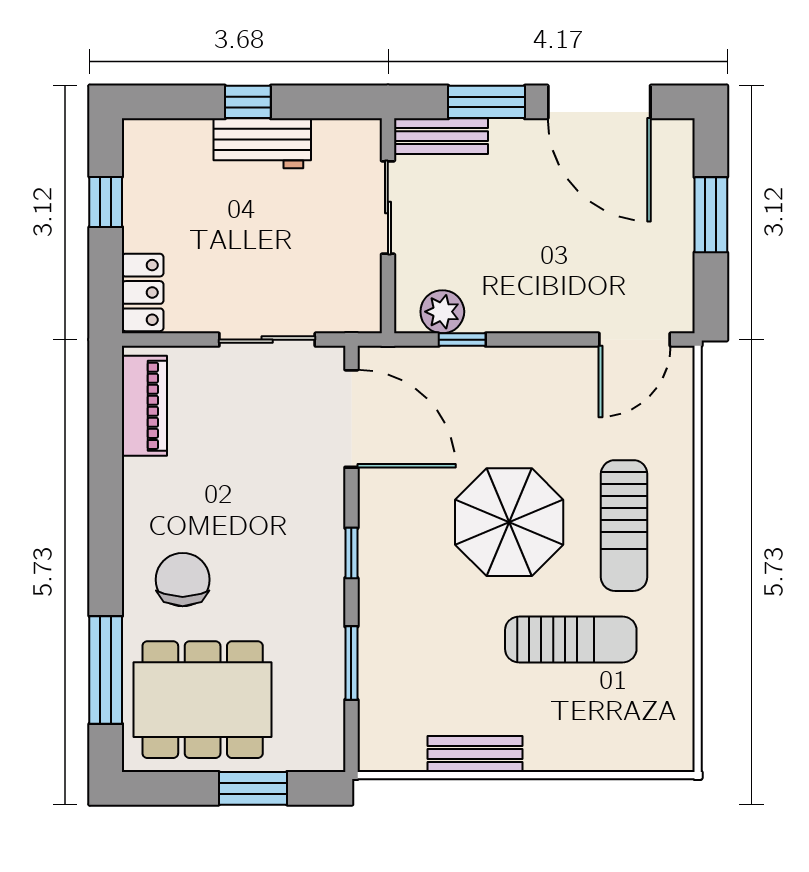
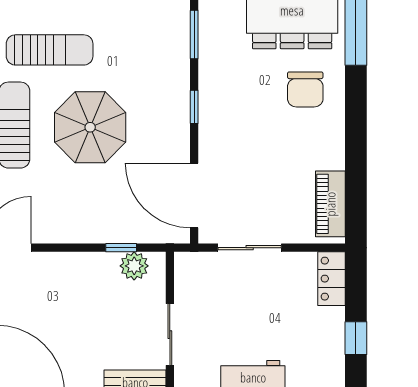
sun lounger: (571, 639) -> (50, 50), turned 180

